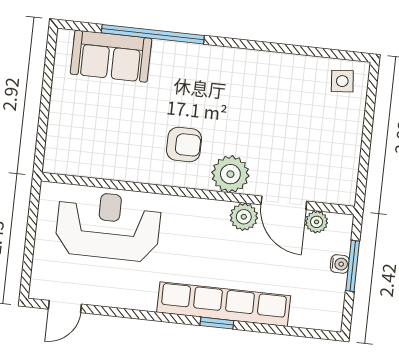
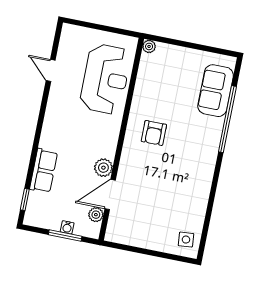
plant: (230, 174) -> (149, 46), moved, width x0.53, depth x0.53
row of seats: (224, 304) -> (44, 171), width x0.50
door: (65, 307) -> (51, 70), moved
window: (217, 323) -> (25, 200), moved

